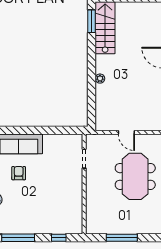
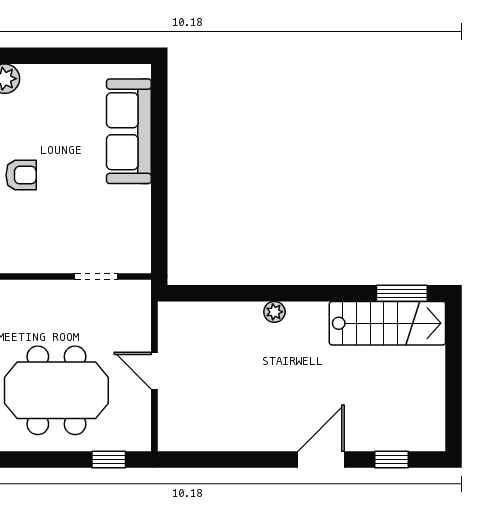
door: (126, 132) -> (154, 371), hinge flipped
armchair: (19, 173) -> (21, 175), moved

